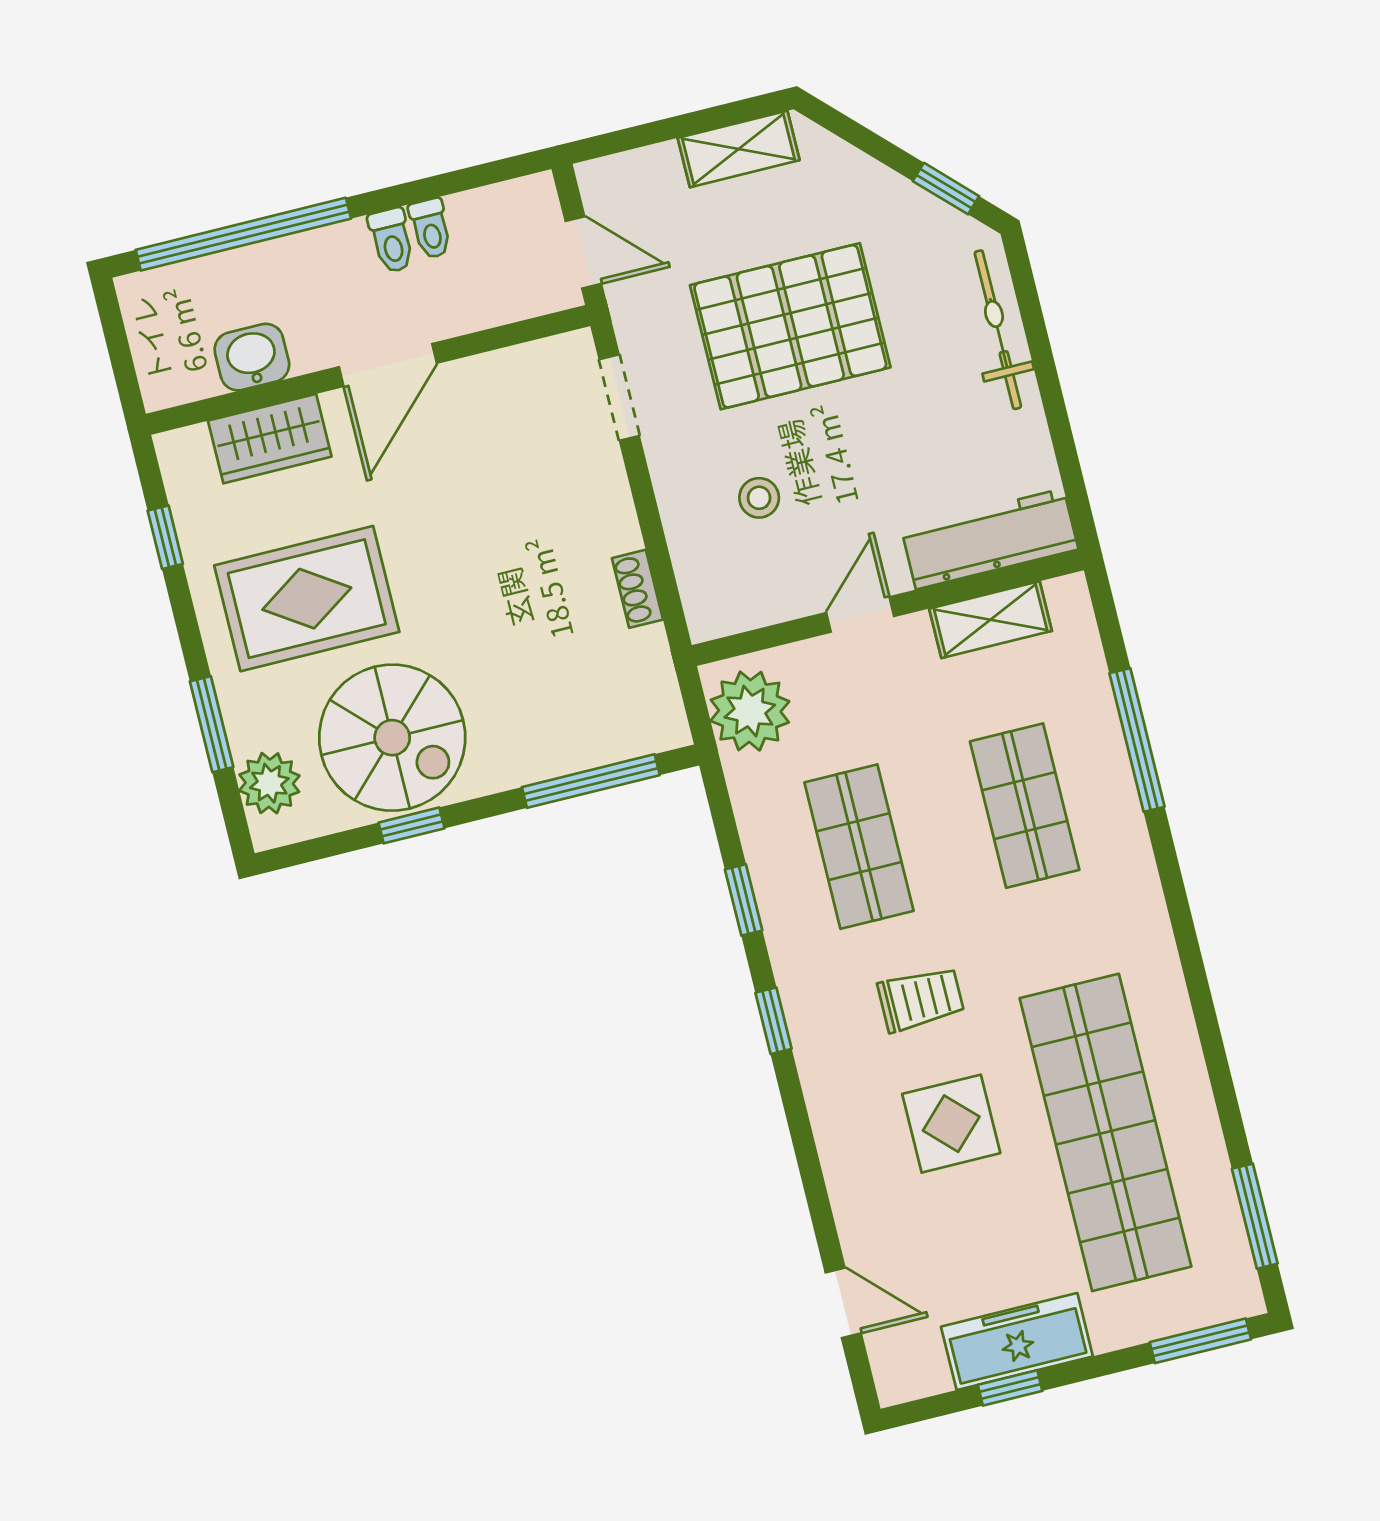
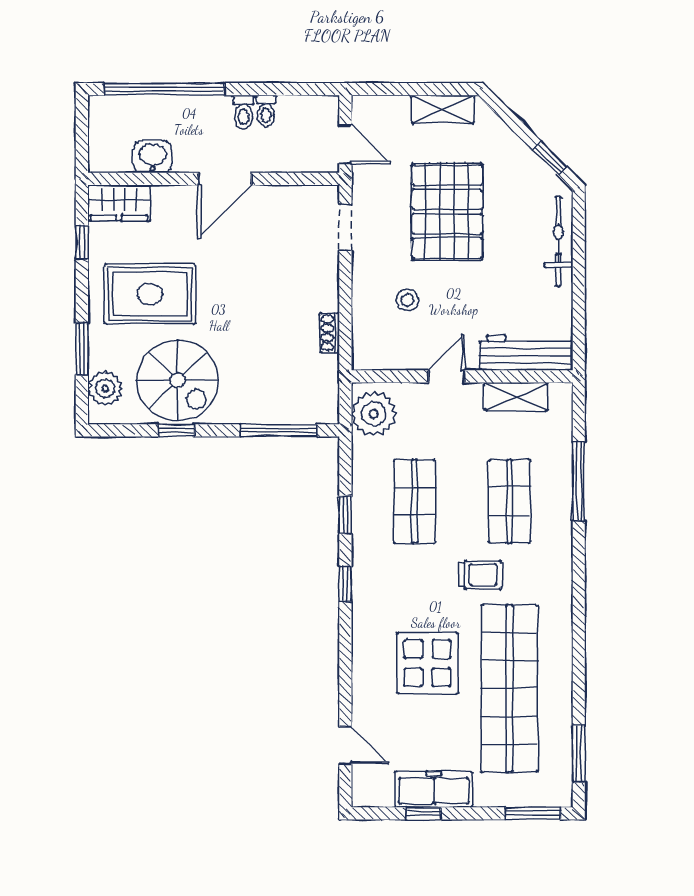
pallet: (790, 326) -> (447, 212), turned 90
wardrobe: (270, 439) -> (119, 203), moved
trolley: (921, 999) -> (480, 575), moved
display table: (951, 1124) -> (427, 663), width x1.36, depth x1.36

